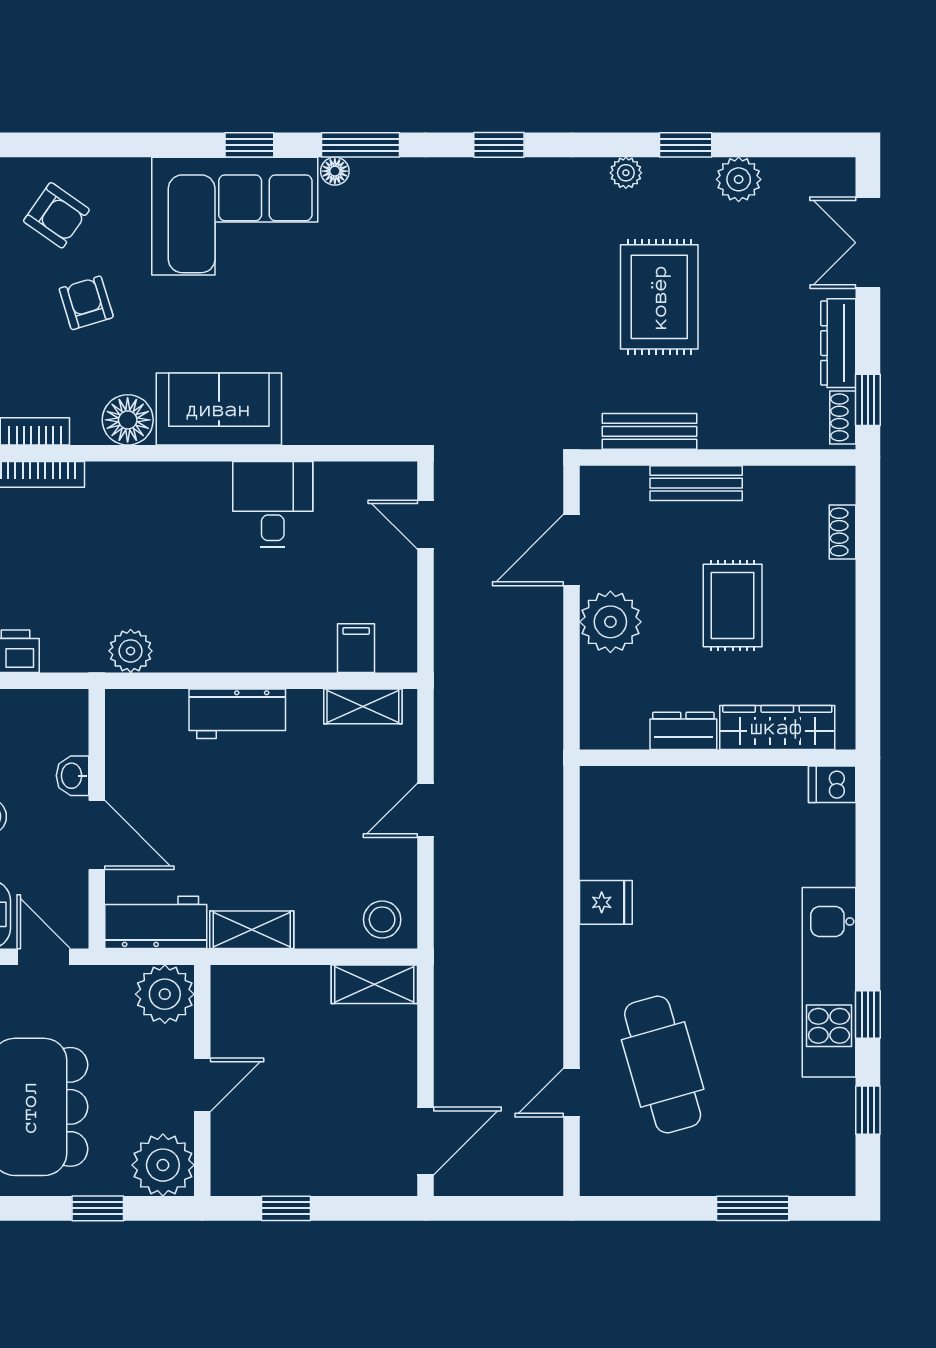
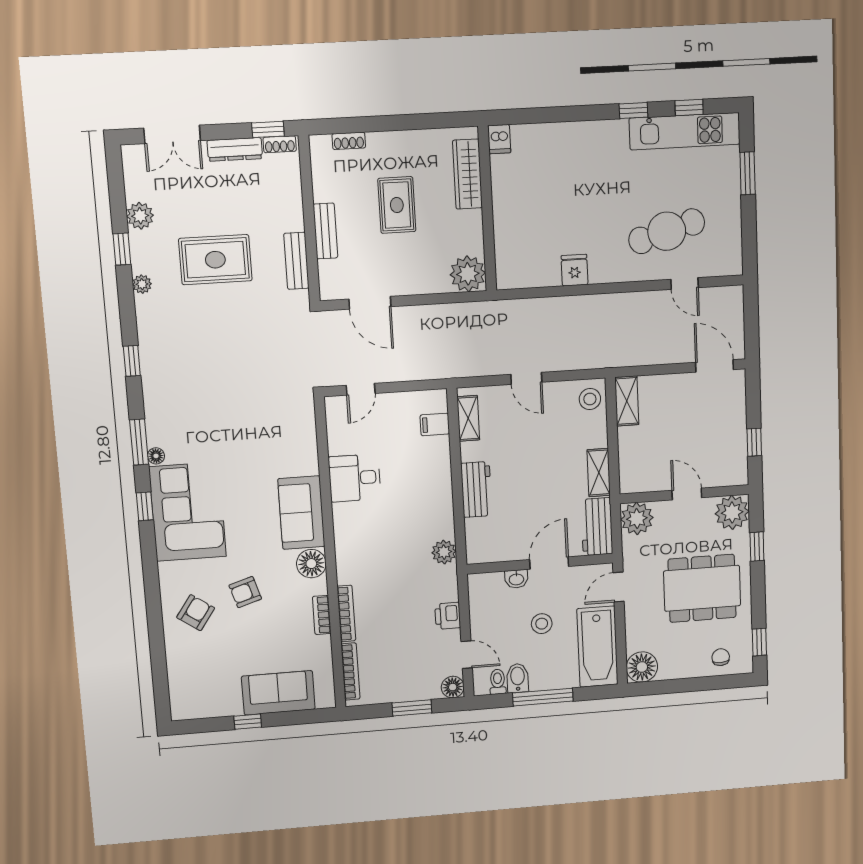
rug: (733, 605) -> (397, 205), turned 90
plant: (610, 622) -> (468, 274), moved
dresser: (683, 731) -> (473, 230), removed
kitchen unit: (829, 982) -> (685, 131), moved

